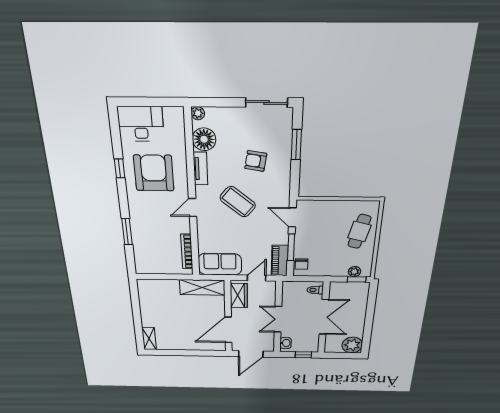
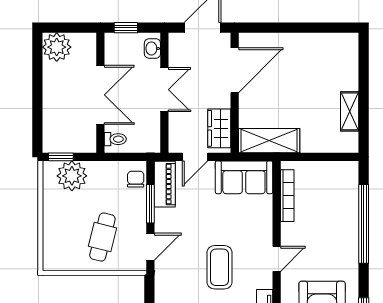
coffee table: (238, 202) -> (220, 267), turned 51
door: (292, 217) -> (150, 247), hinge flipped
cafe table: (359, 231) -> (102, 237), moved
window: (127, 232) -> (364, 224), width x2.11
plant: (355, 272) -> (72, 176), width x1.88, depth x1.88
double door: (324, 317) -> (100, 95), swing flipped
shelving: (149, 338) -> (350, 111), moved

